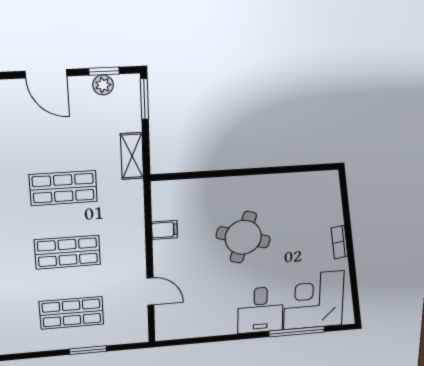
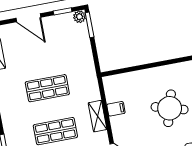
plant: (103, 85) -> (80, 17), moved
shelving: (132, 156) -> (98, 116), moved

